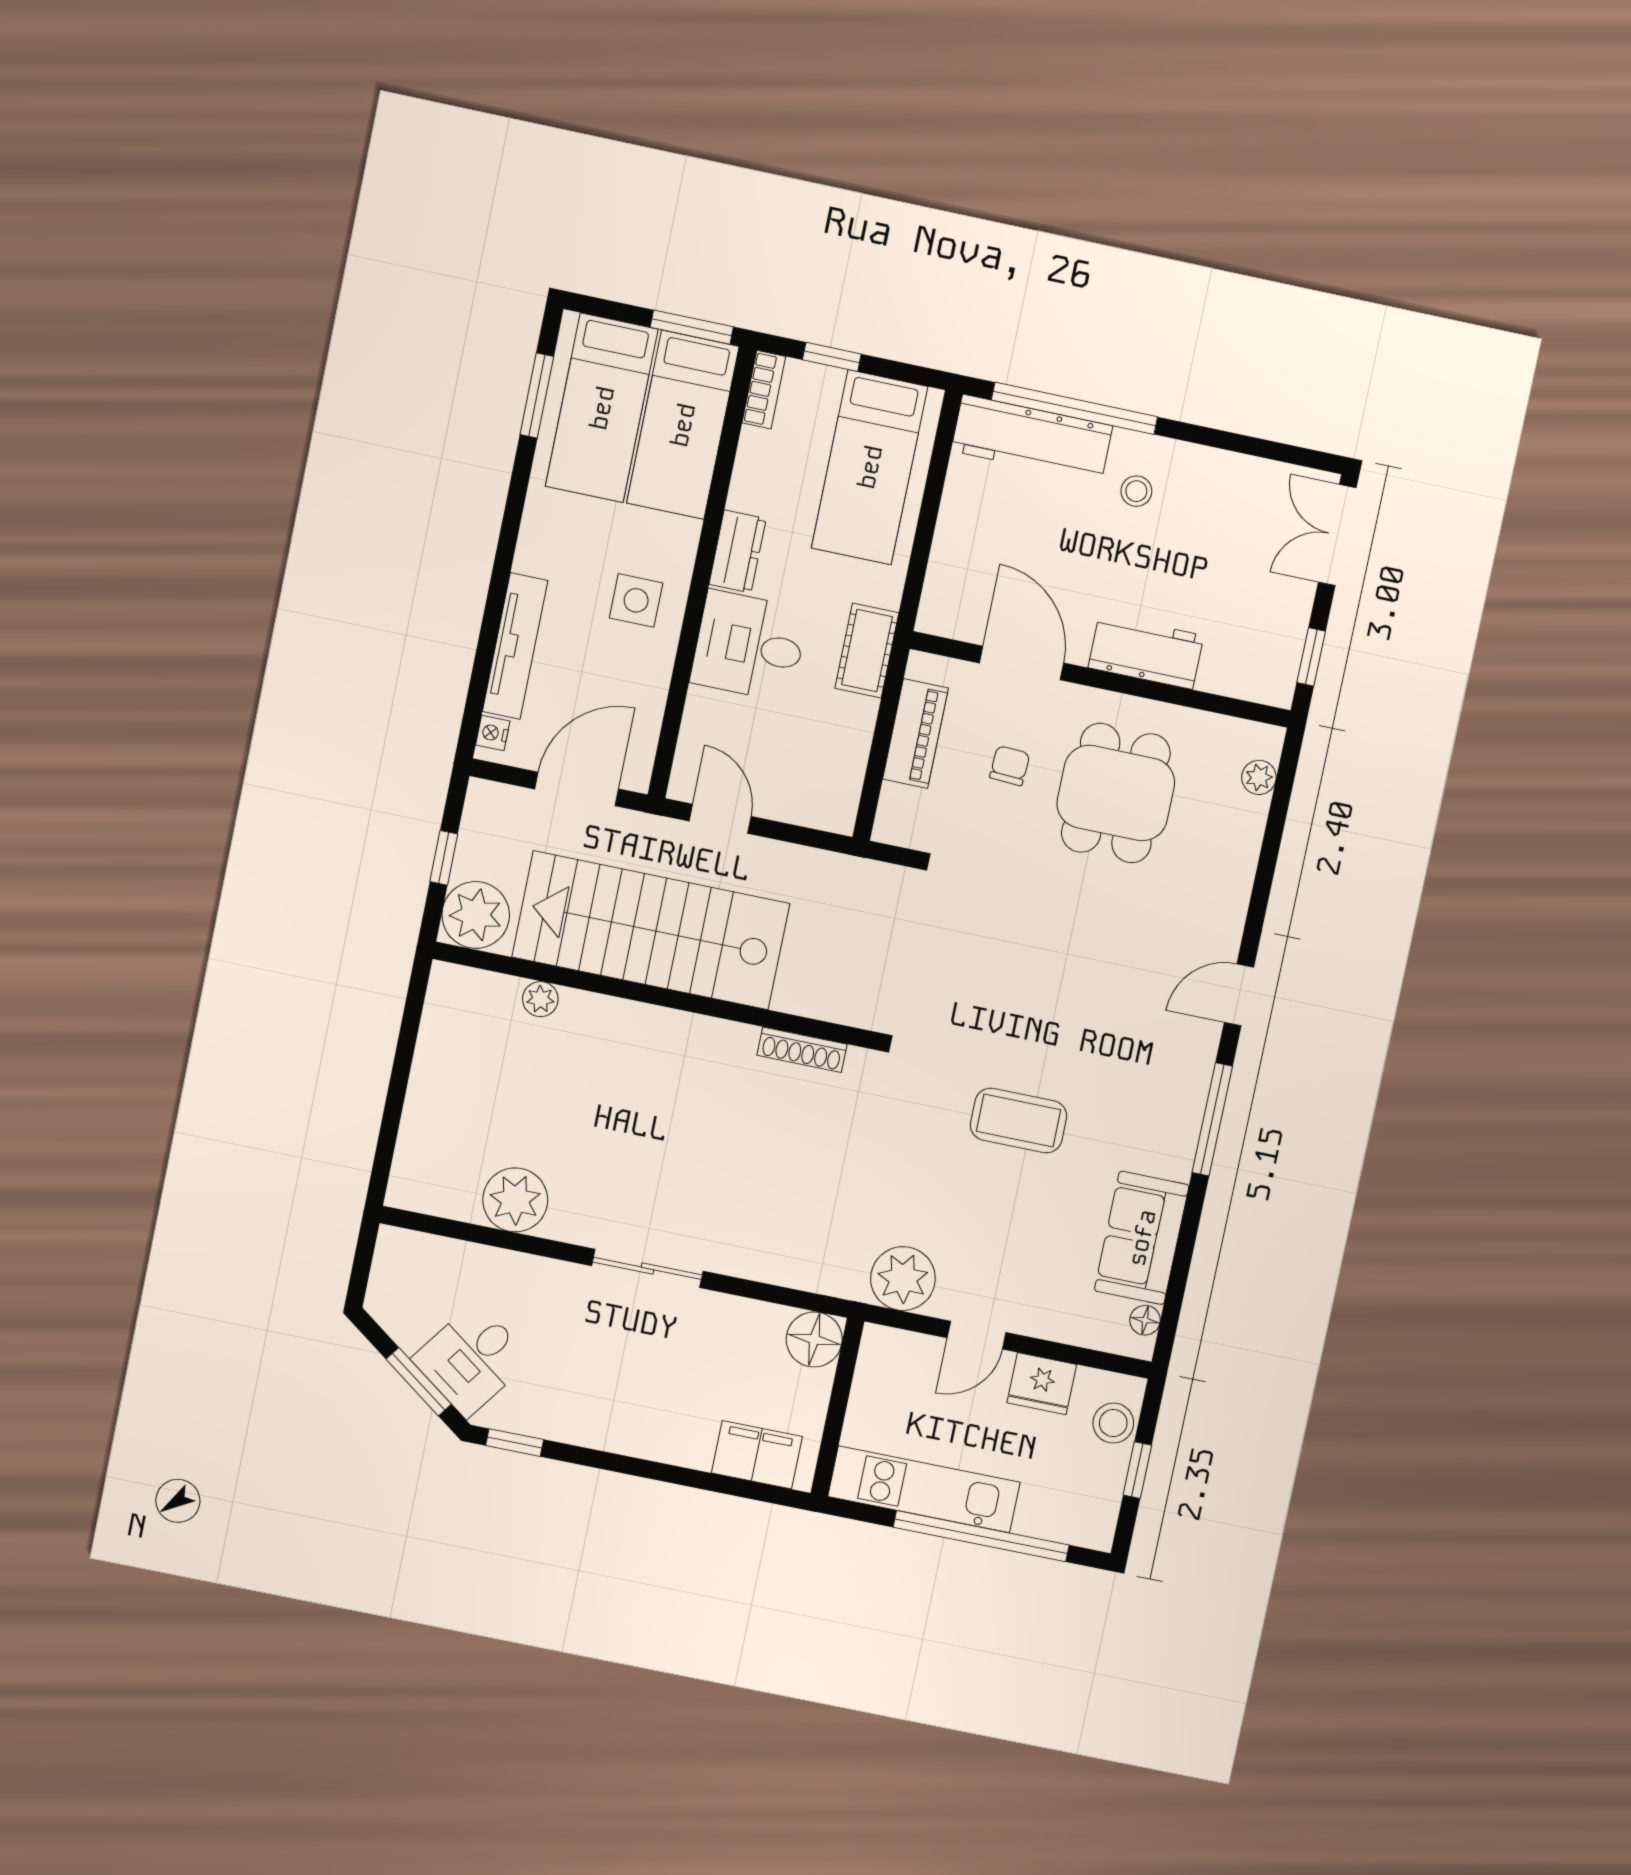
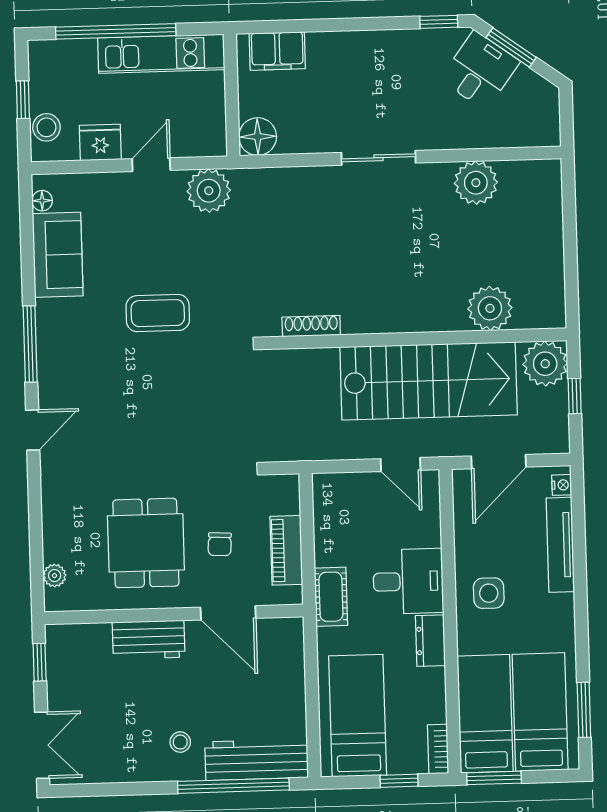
plant: (540, 999) -> (490, 308), width x1.88, depth x1.88

